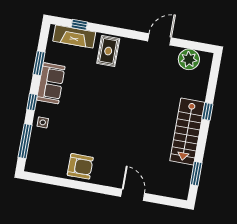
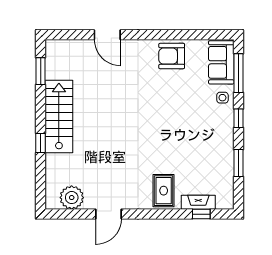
fireplace: (74, 37) -> (198, 202), width x0.73, depth x0.76
sofa: (51, 83) -> (221, 62), moved

